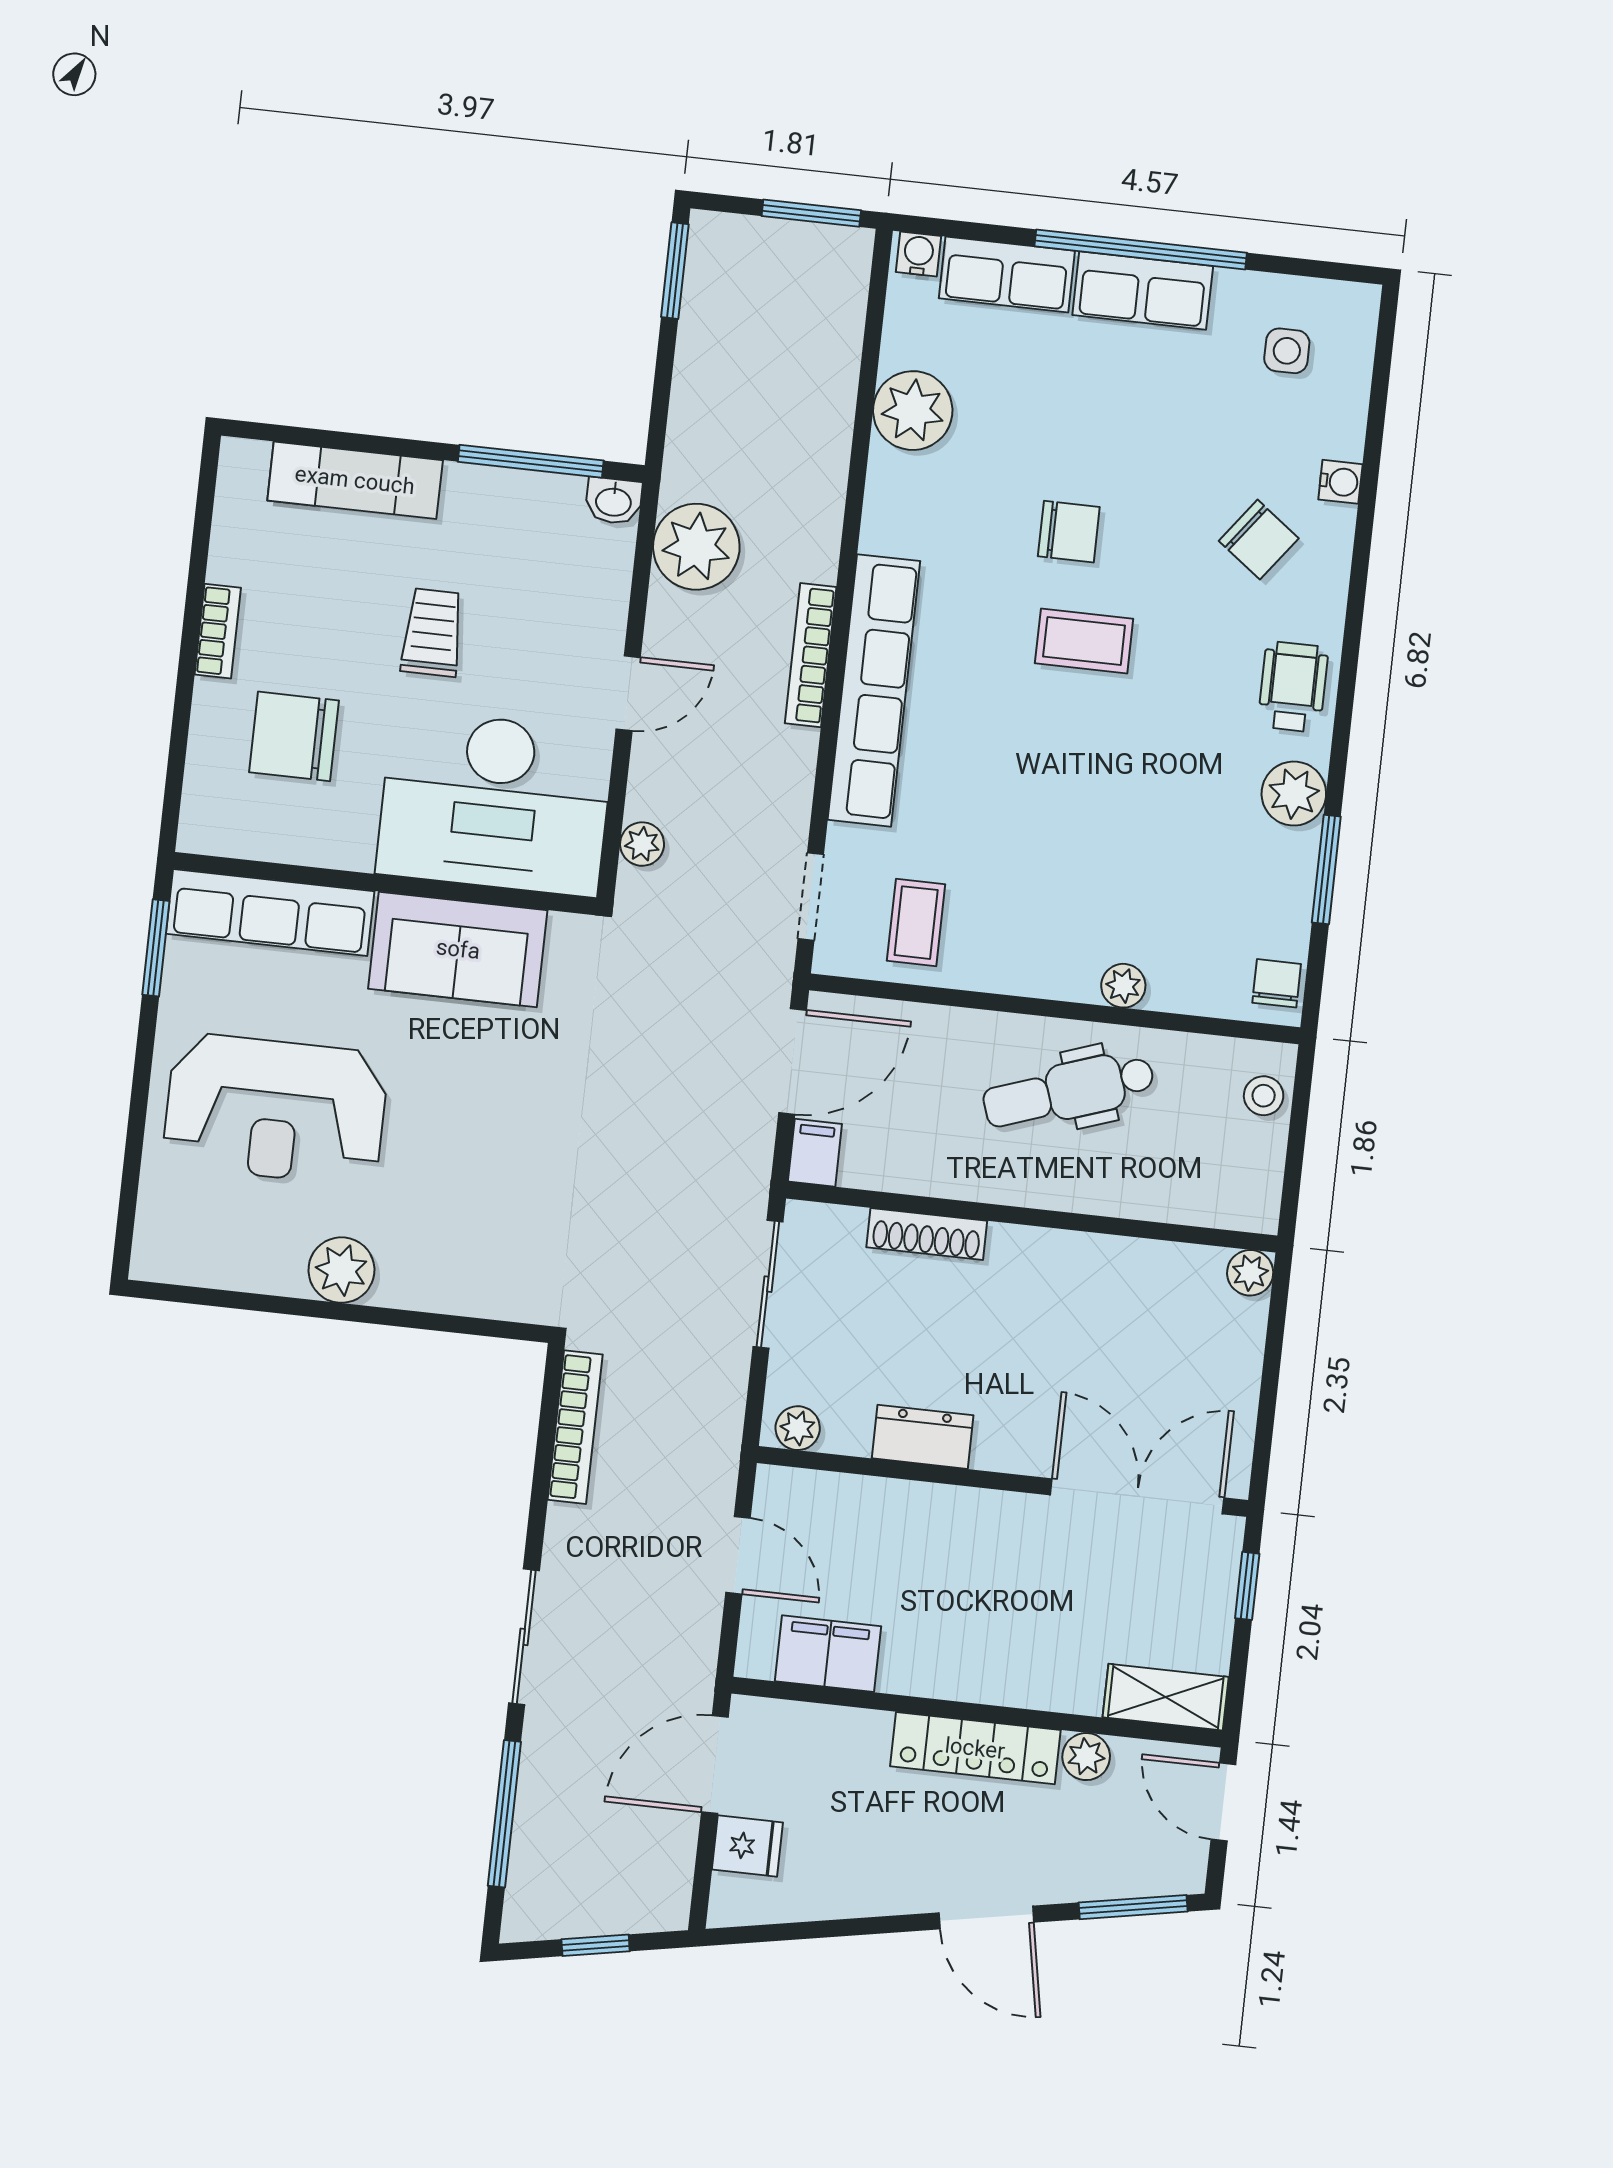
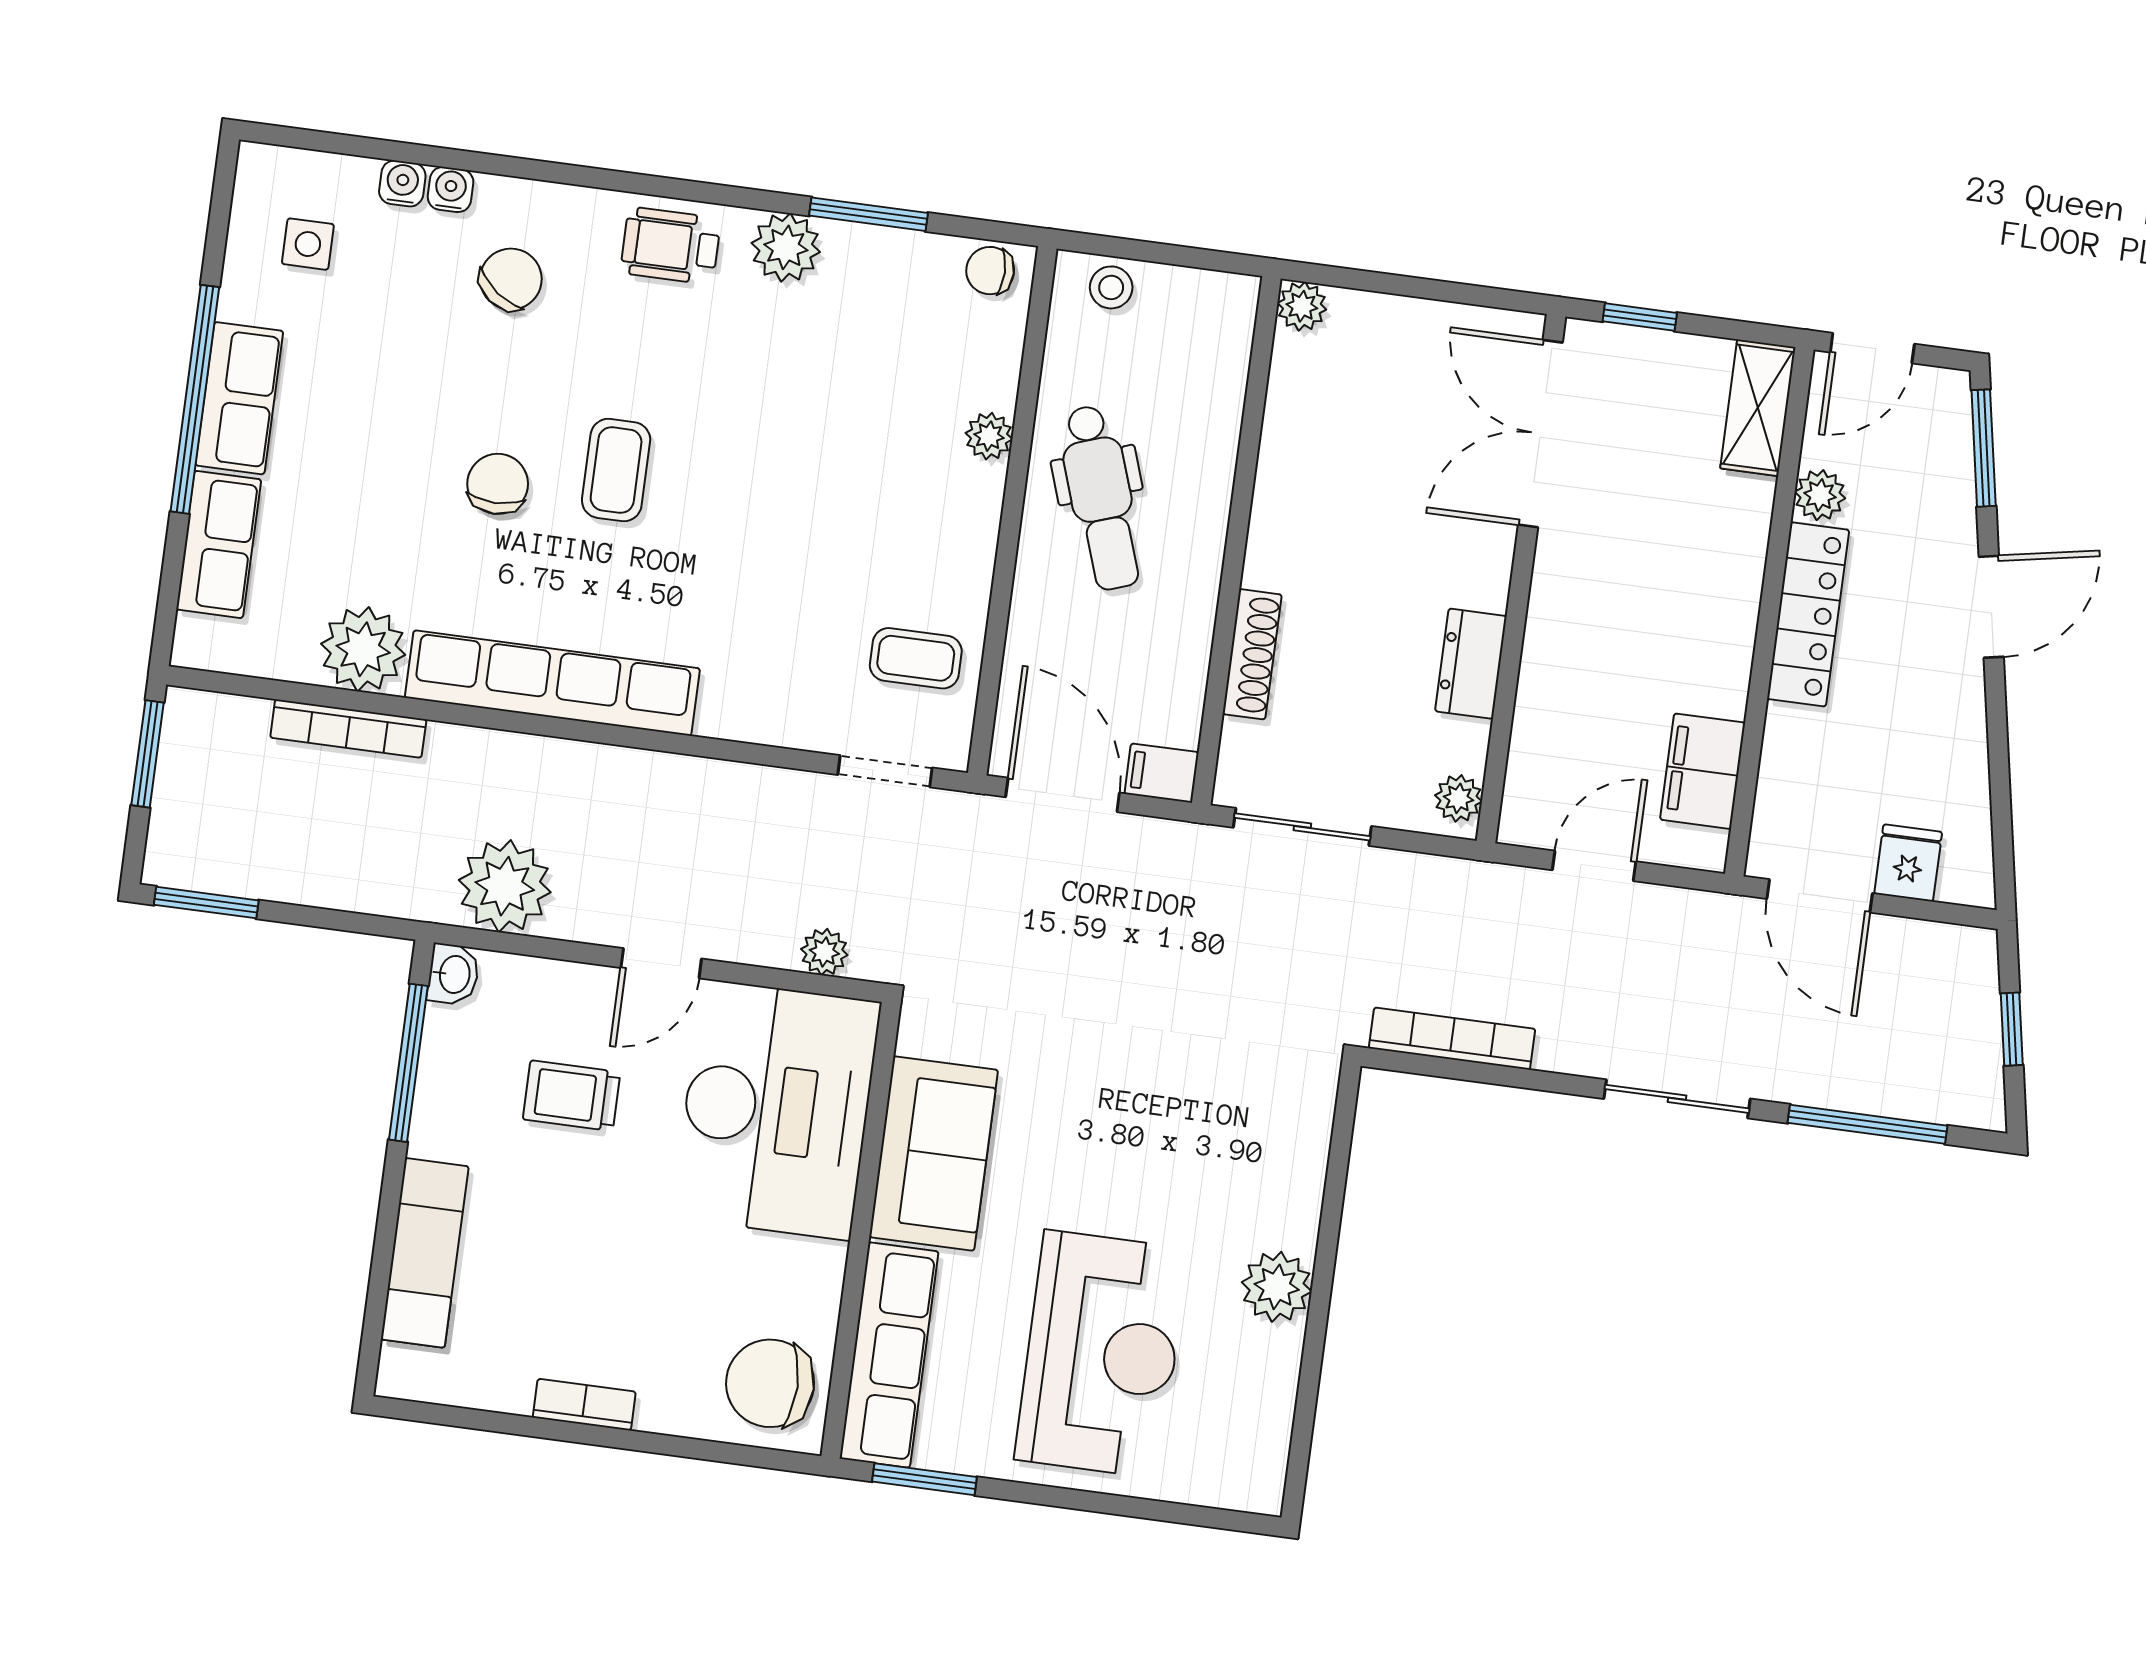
water cooler: (919, 254) -> (402, 183), moved, turned 90
trolley: (432, 633) -> (572, 1096), moved
bookcase: (811, 655) -> (348, 729), moved
row of seats: (874, 690) -> (552, 683), moved
door: (628, 693) -> (661, 963), swing flipped
chair: (294, 736) -> (770, 1383), moved, turned 90

